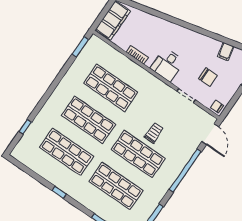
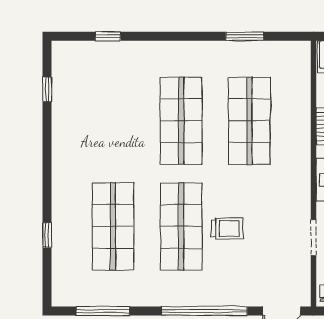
window: (80, 47) -> (245, 36), moved
shop shelf: (66, 152) -> (113, 121), removed
window: (59, 192) -> (47, 89), moved

